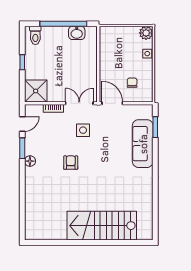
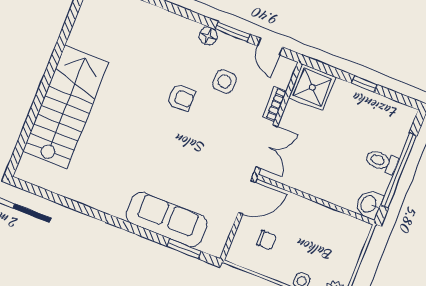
washbasin: (77, 33) -> (369, 204), moved
toilet: (35, 35) -> (382, 161), moved
side table: (83, 130) -> (224, 82), moved

